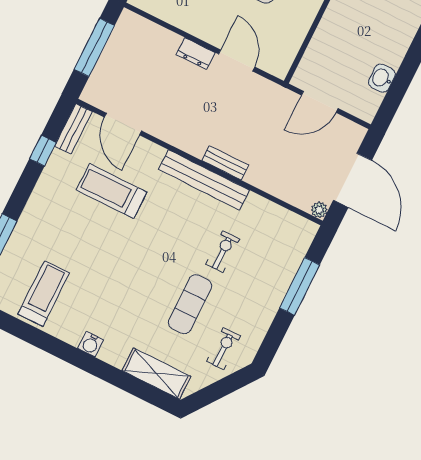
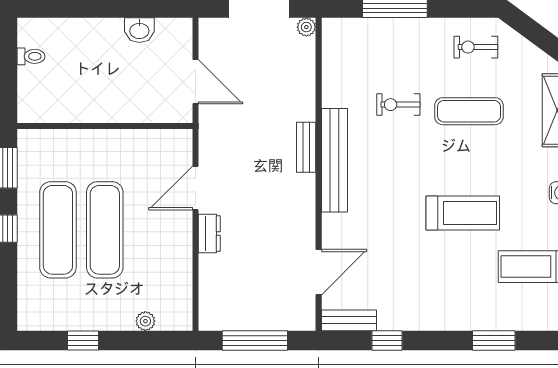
treadmill: (112, 191) -> (463, 213), moved, turned -90
exercise bike: (223, 349) -> (476, 47), moved

